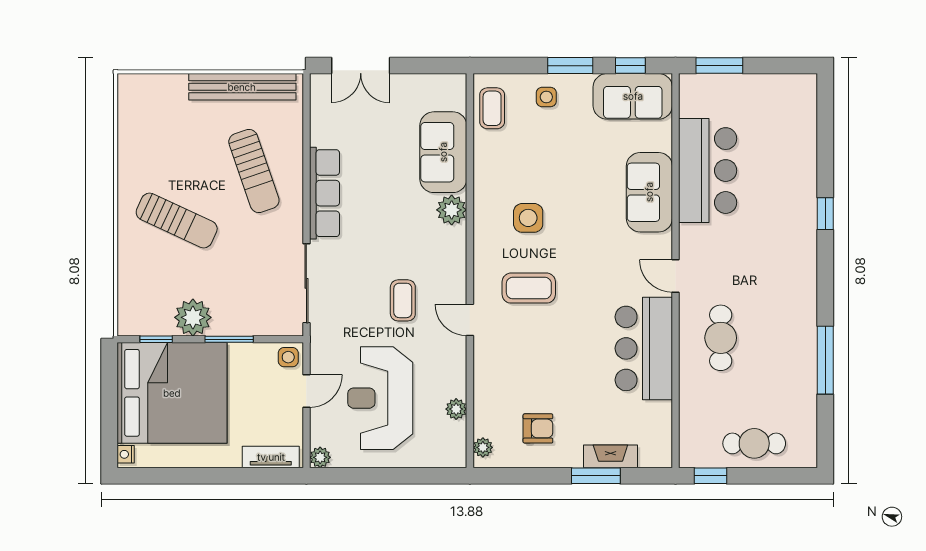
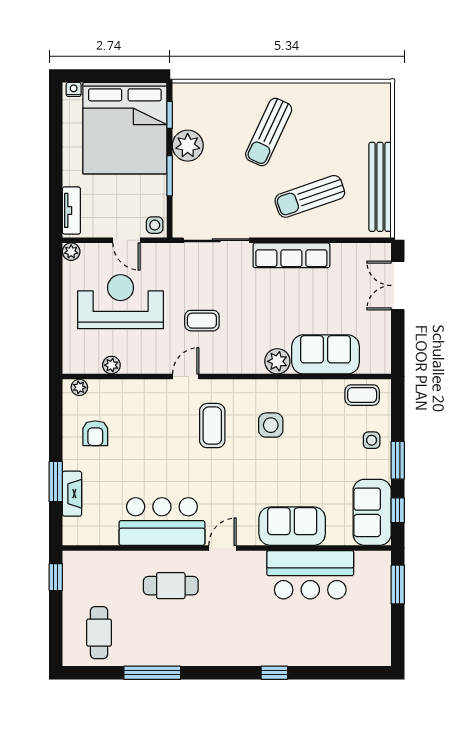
cafe table: (754, 443) -> (99, 633), moved

